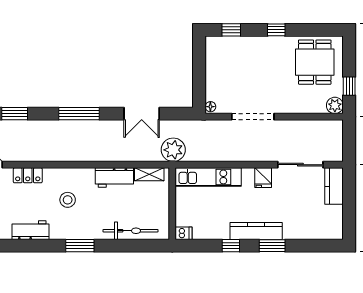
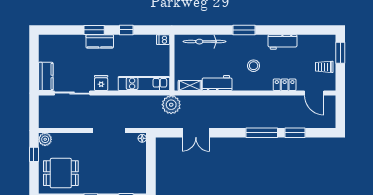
dining table: (315, 62) -> (61, 173), turned 90
window: (79, 114) -> (262, 133), moved
double door: (142, 114) -> (196, 133), swing flipped
kitchen counter: (256, 231) -> (100, 41), width x0.67

